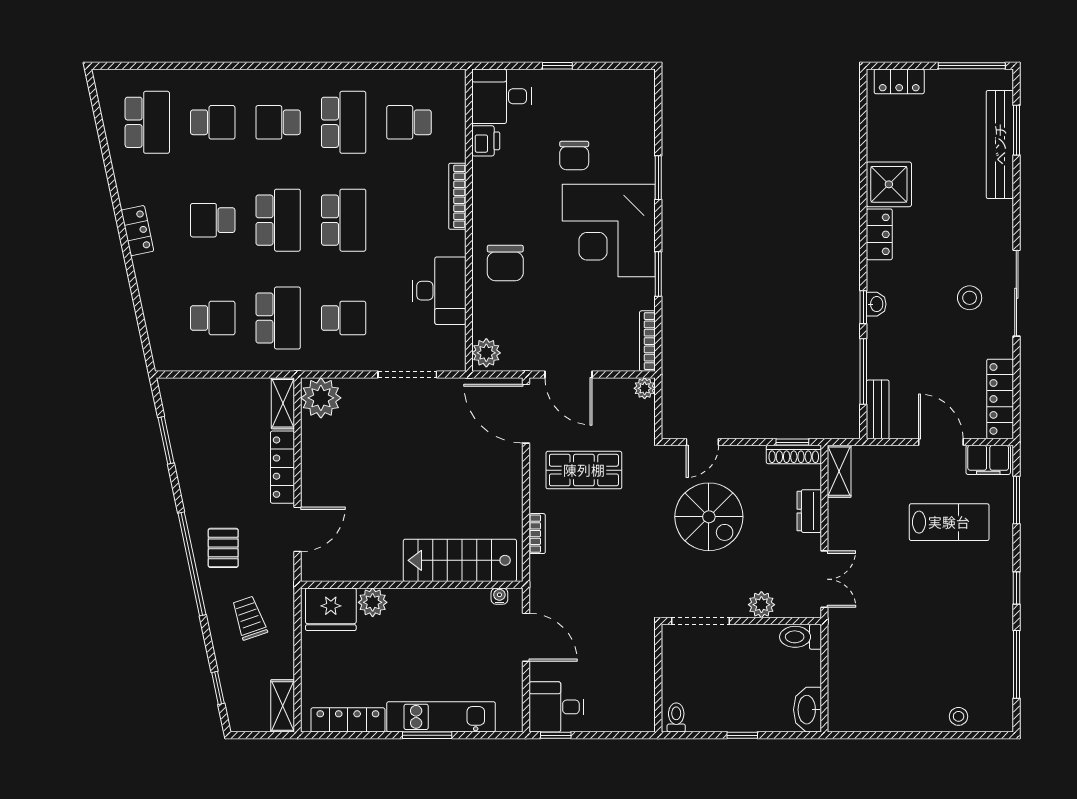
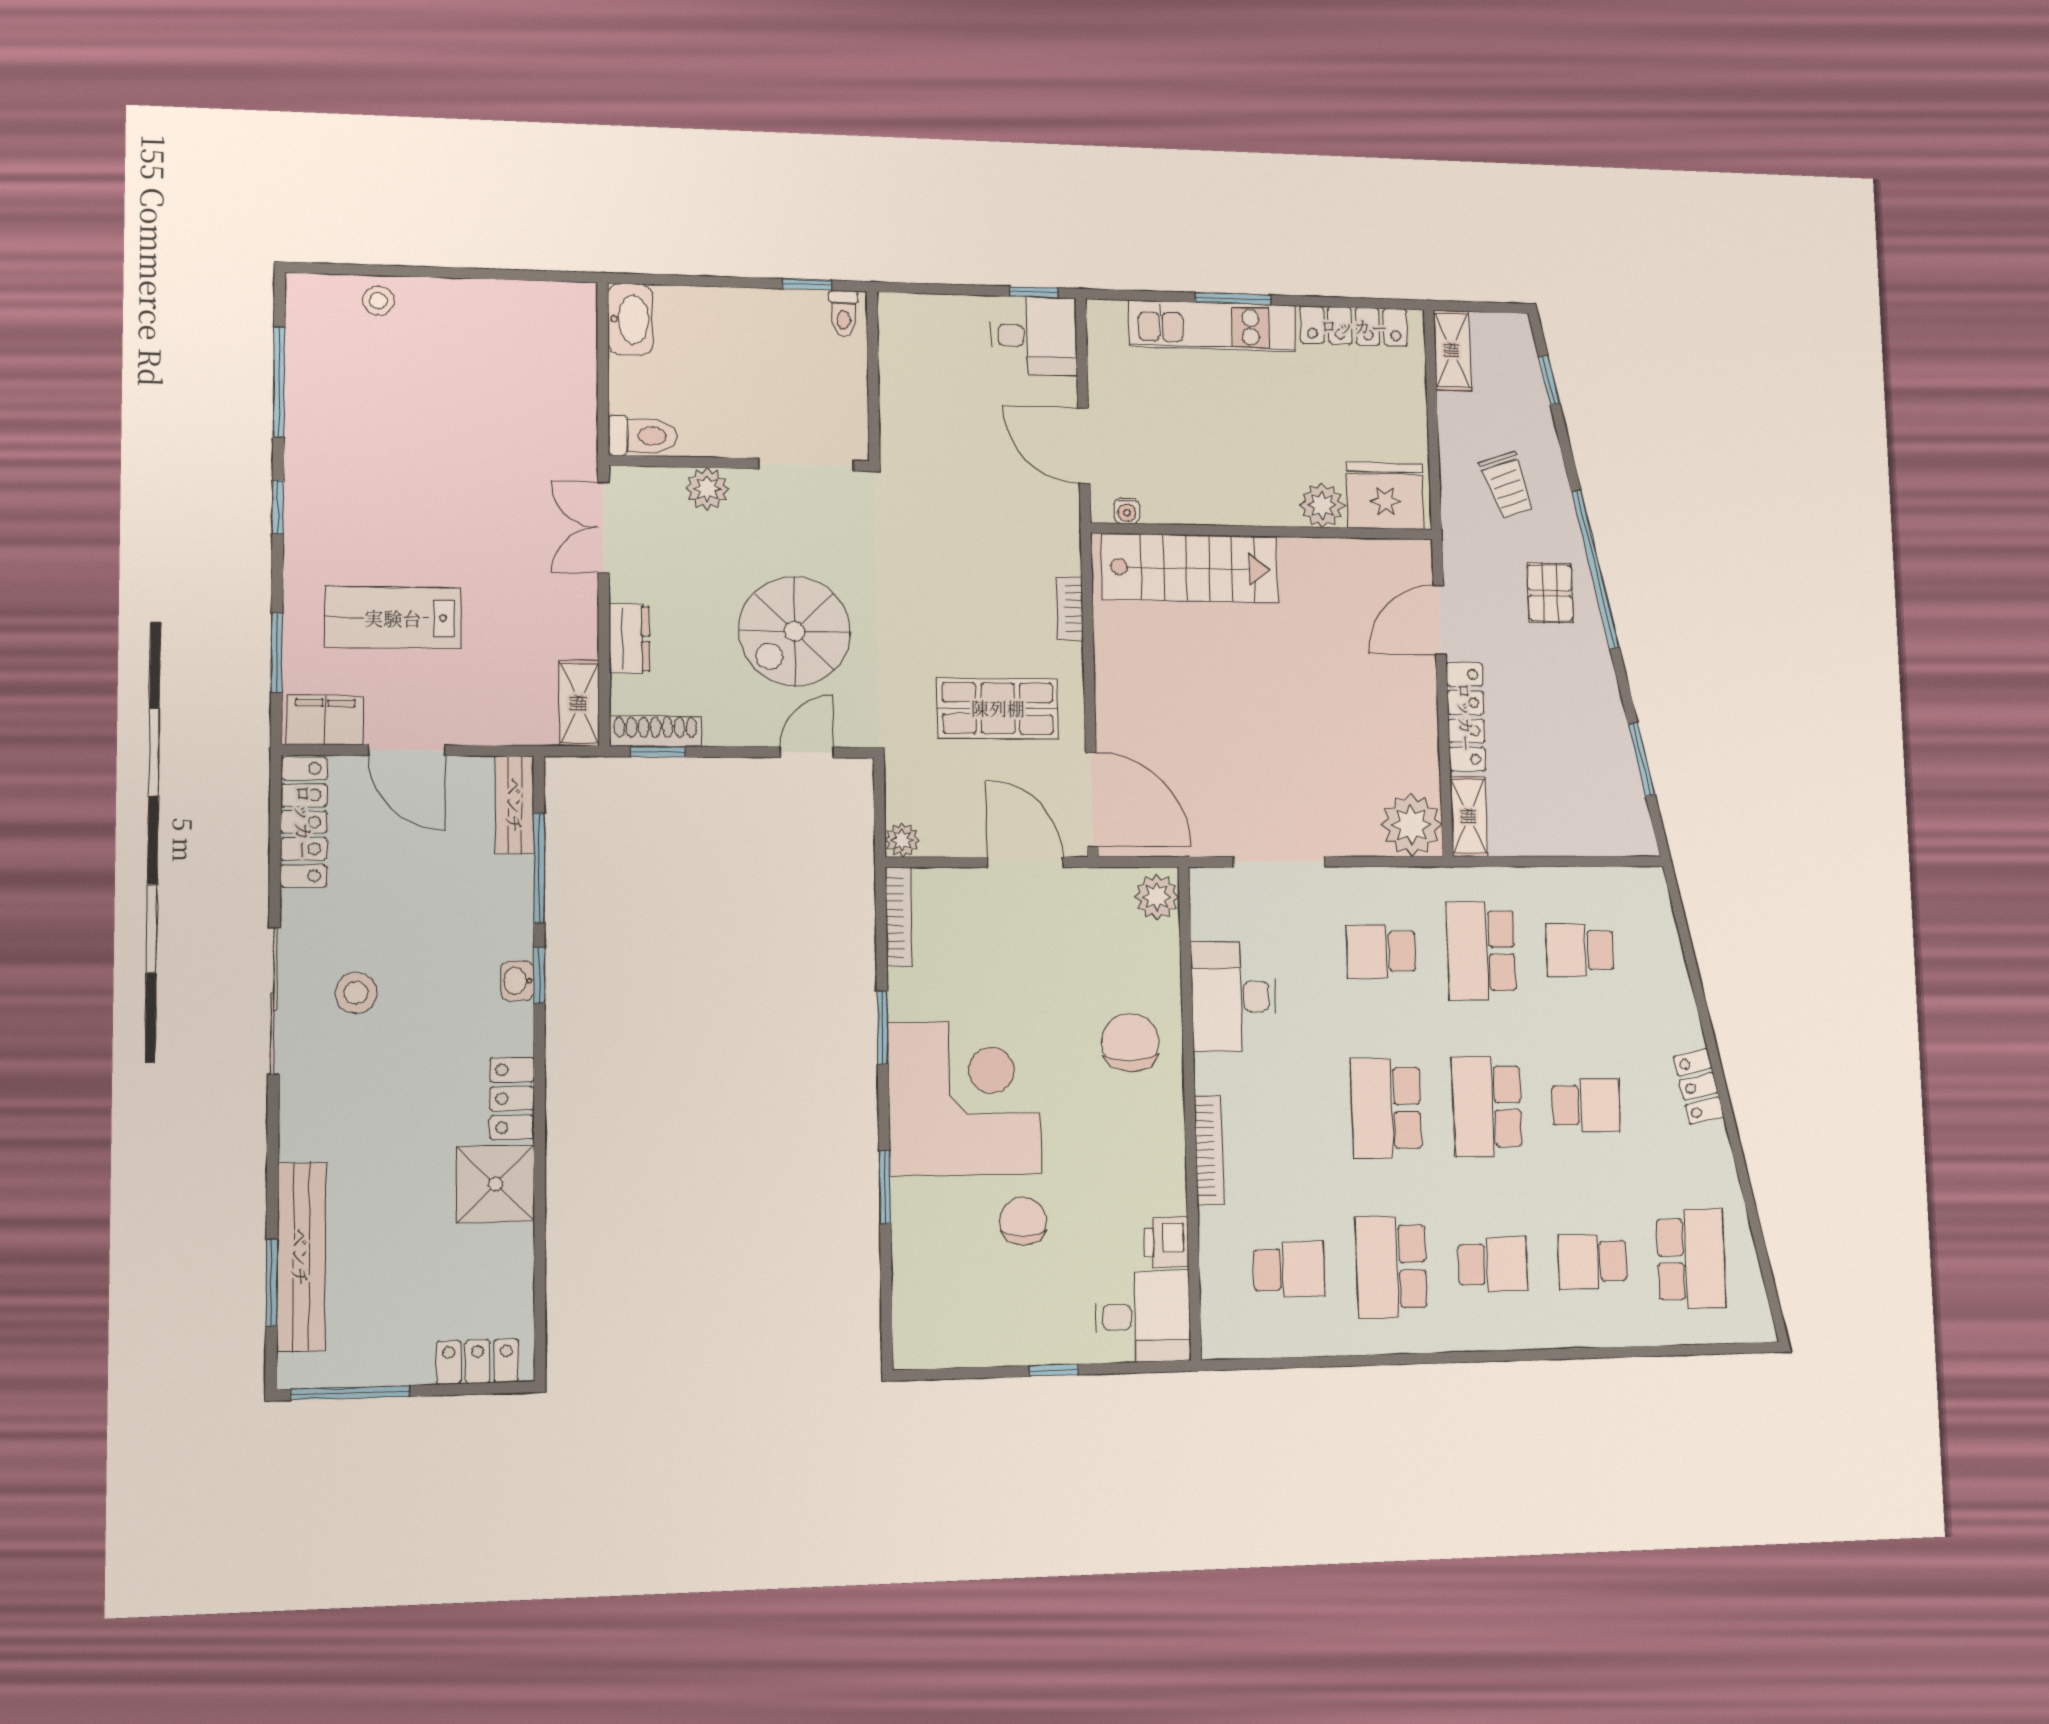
school desk: (147, 122) -> (1691, 1259), turned 180
spiral stairs: (709, 517) -> (795, 631), turned -90
window: (742, 735) -> (807, 285), moved

